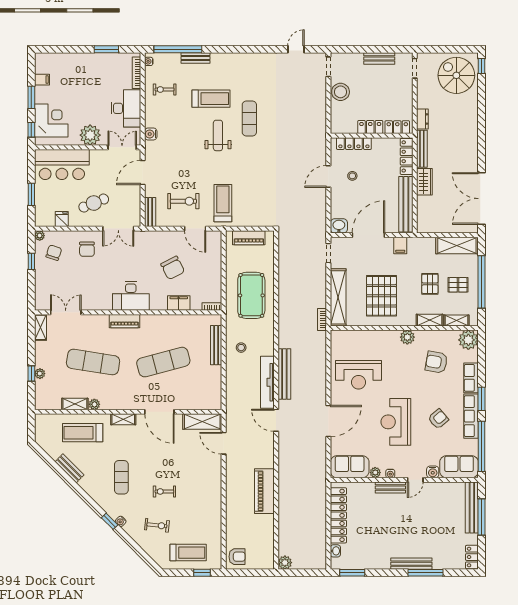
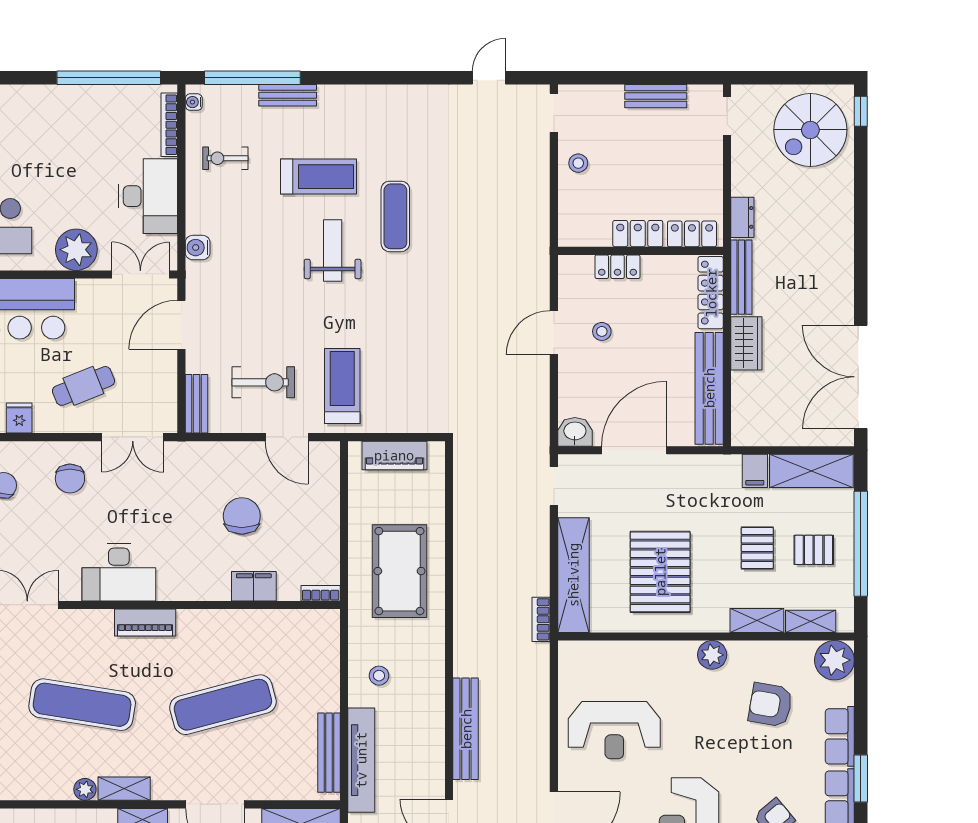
window: (106, 49) -> (109, 78), width x2.11
spiral stairs: (456, 75) -> (810, 130), turned -90
stool: (341, 92) -> (578, 163), width x0.53, depth x0.53
locker: (354, 144) -> (618, 267), width x0.66
filing cabinet: (400, 245) -> (755, 471), moved
chair: (173, 268) -> (242, 516), turned -153
desk: (131, 296) -> (119, 572), moved
bench: (216, 345) -> (329, 753), moved
tv unit: (267, 382) -> (361, 760), moved, turned 180
shelving: (75, 404) -> (124, 789), moved

